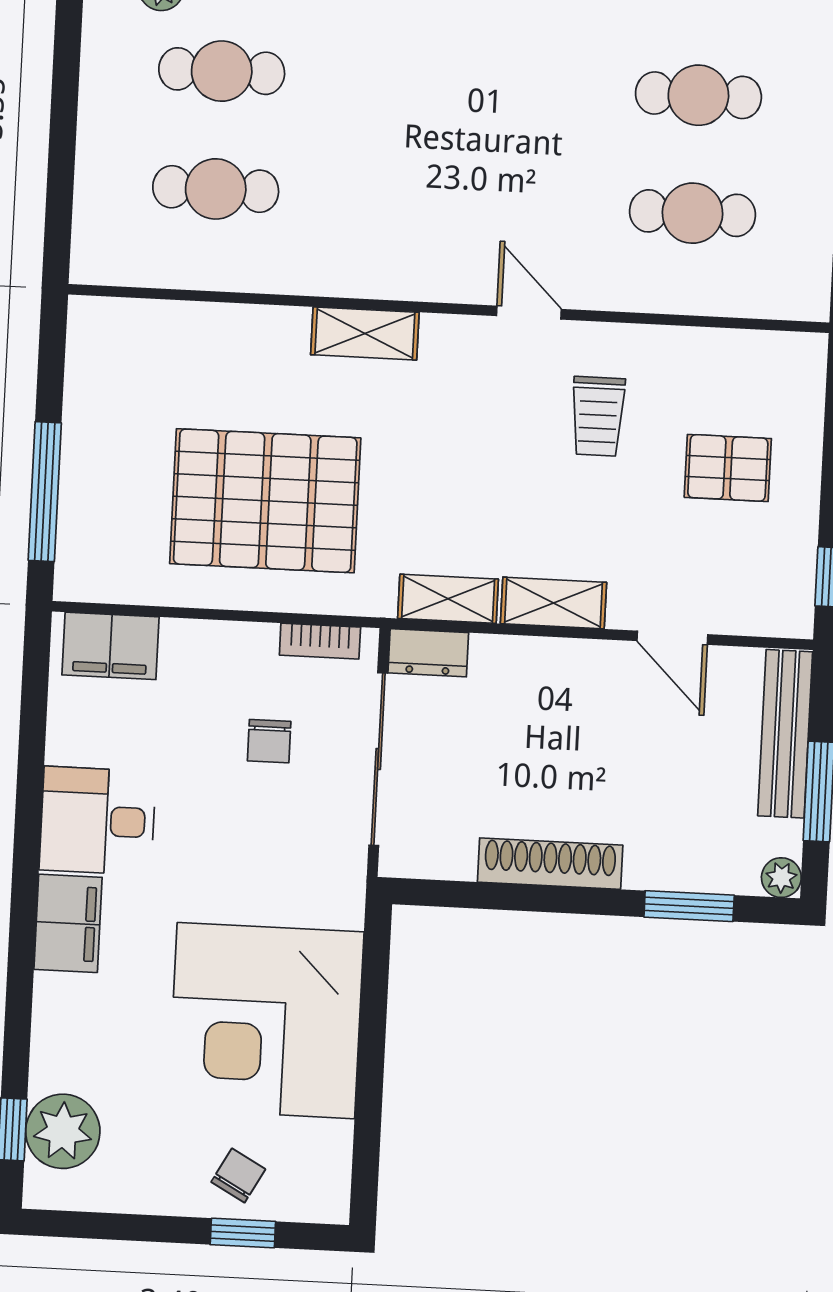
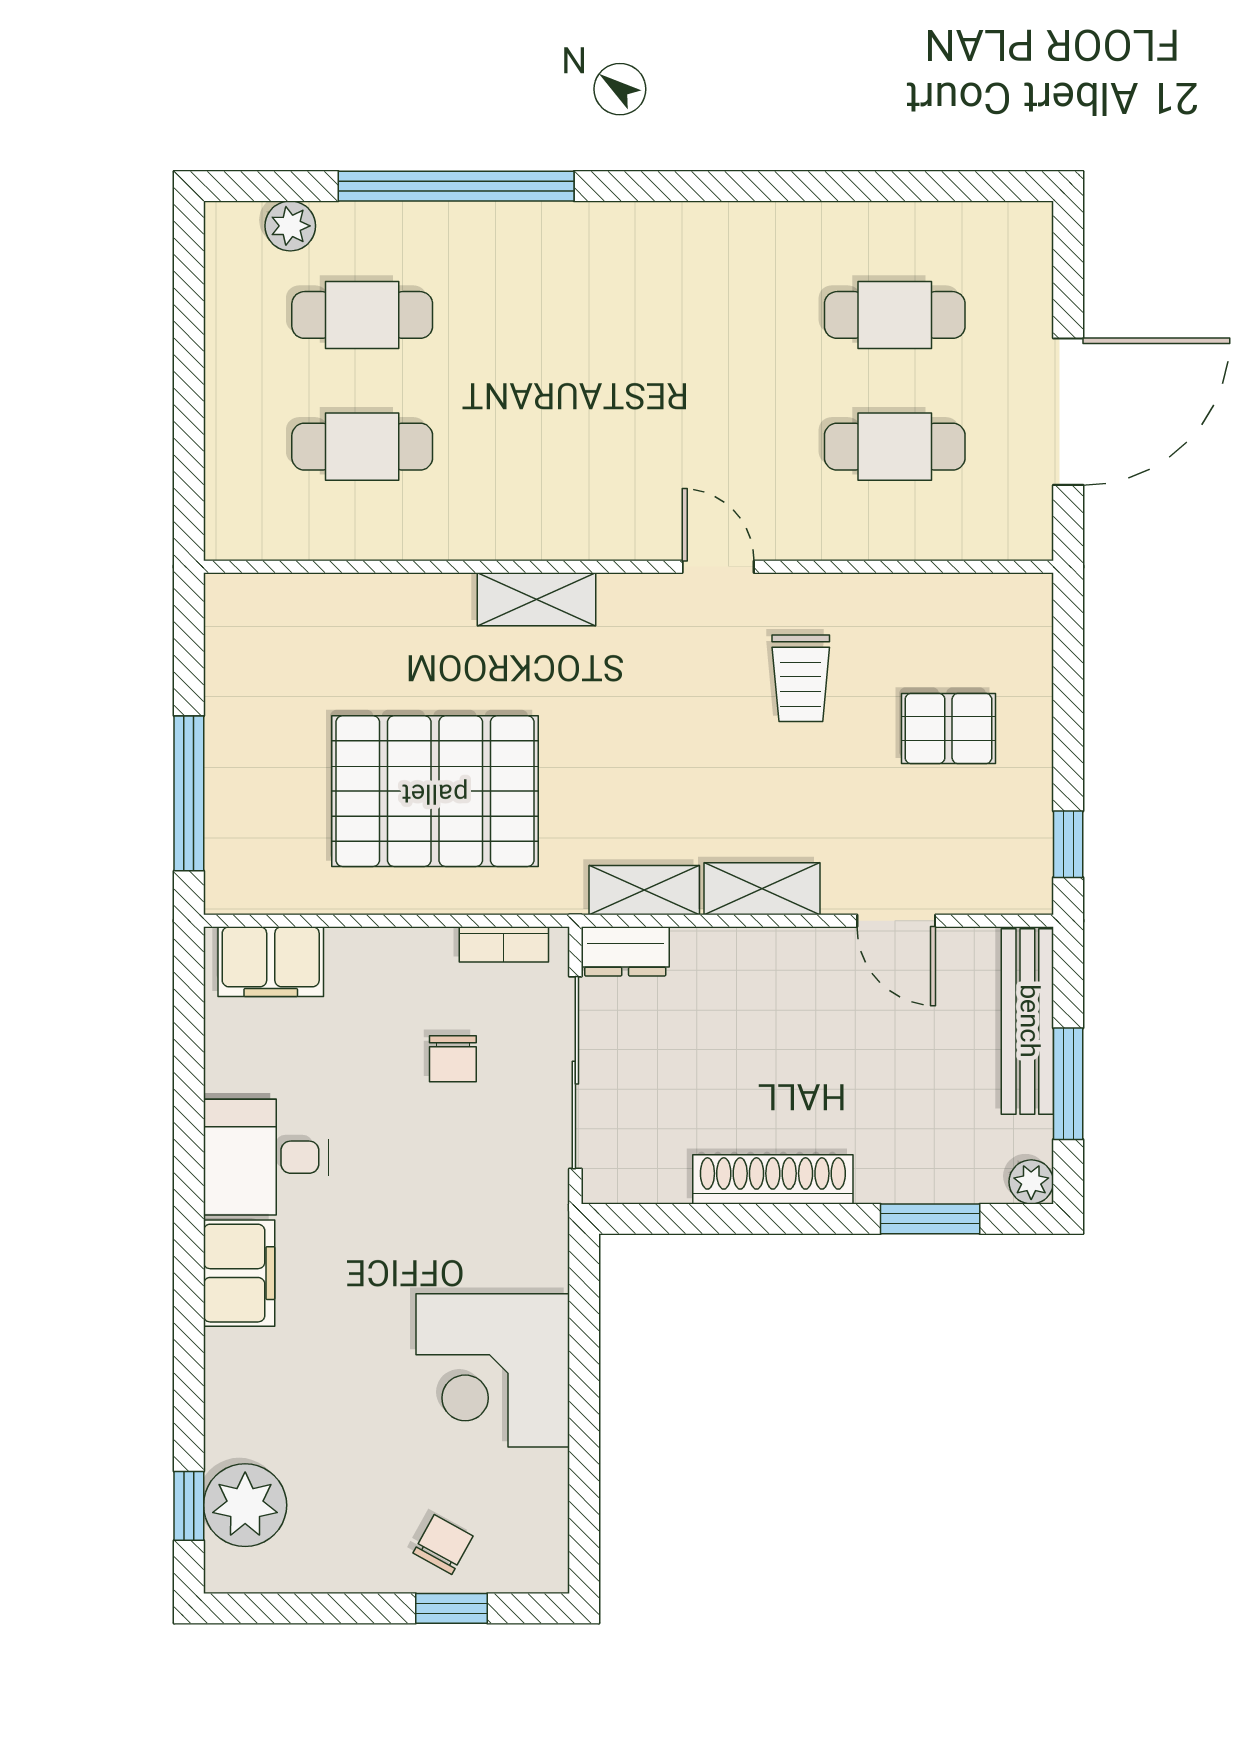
corner desk: (266, 1021) -> (493, 1370), width x0.74, depth x0.74

